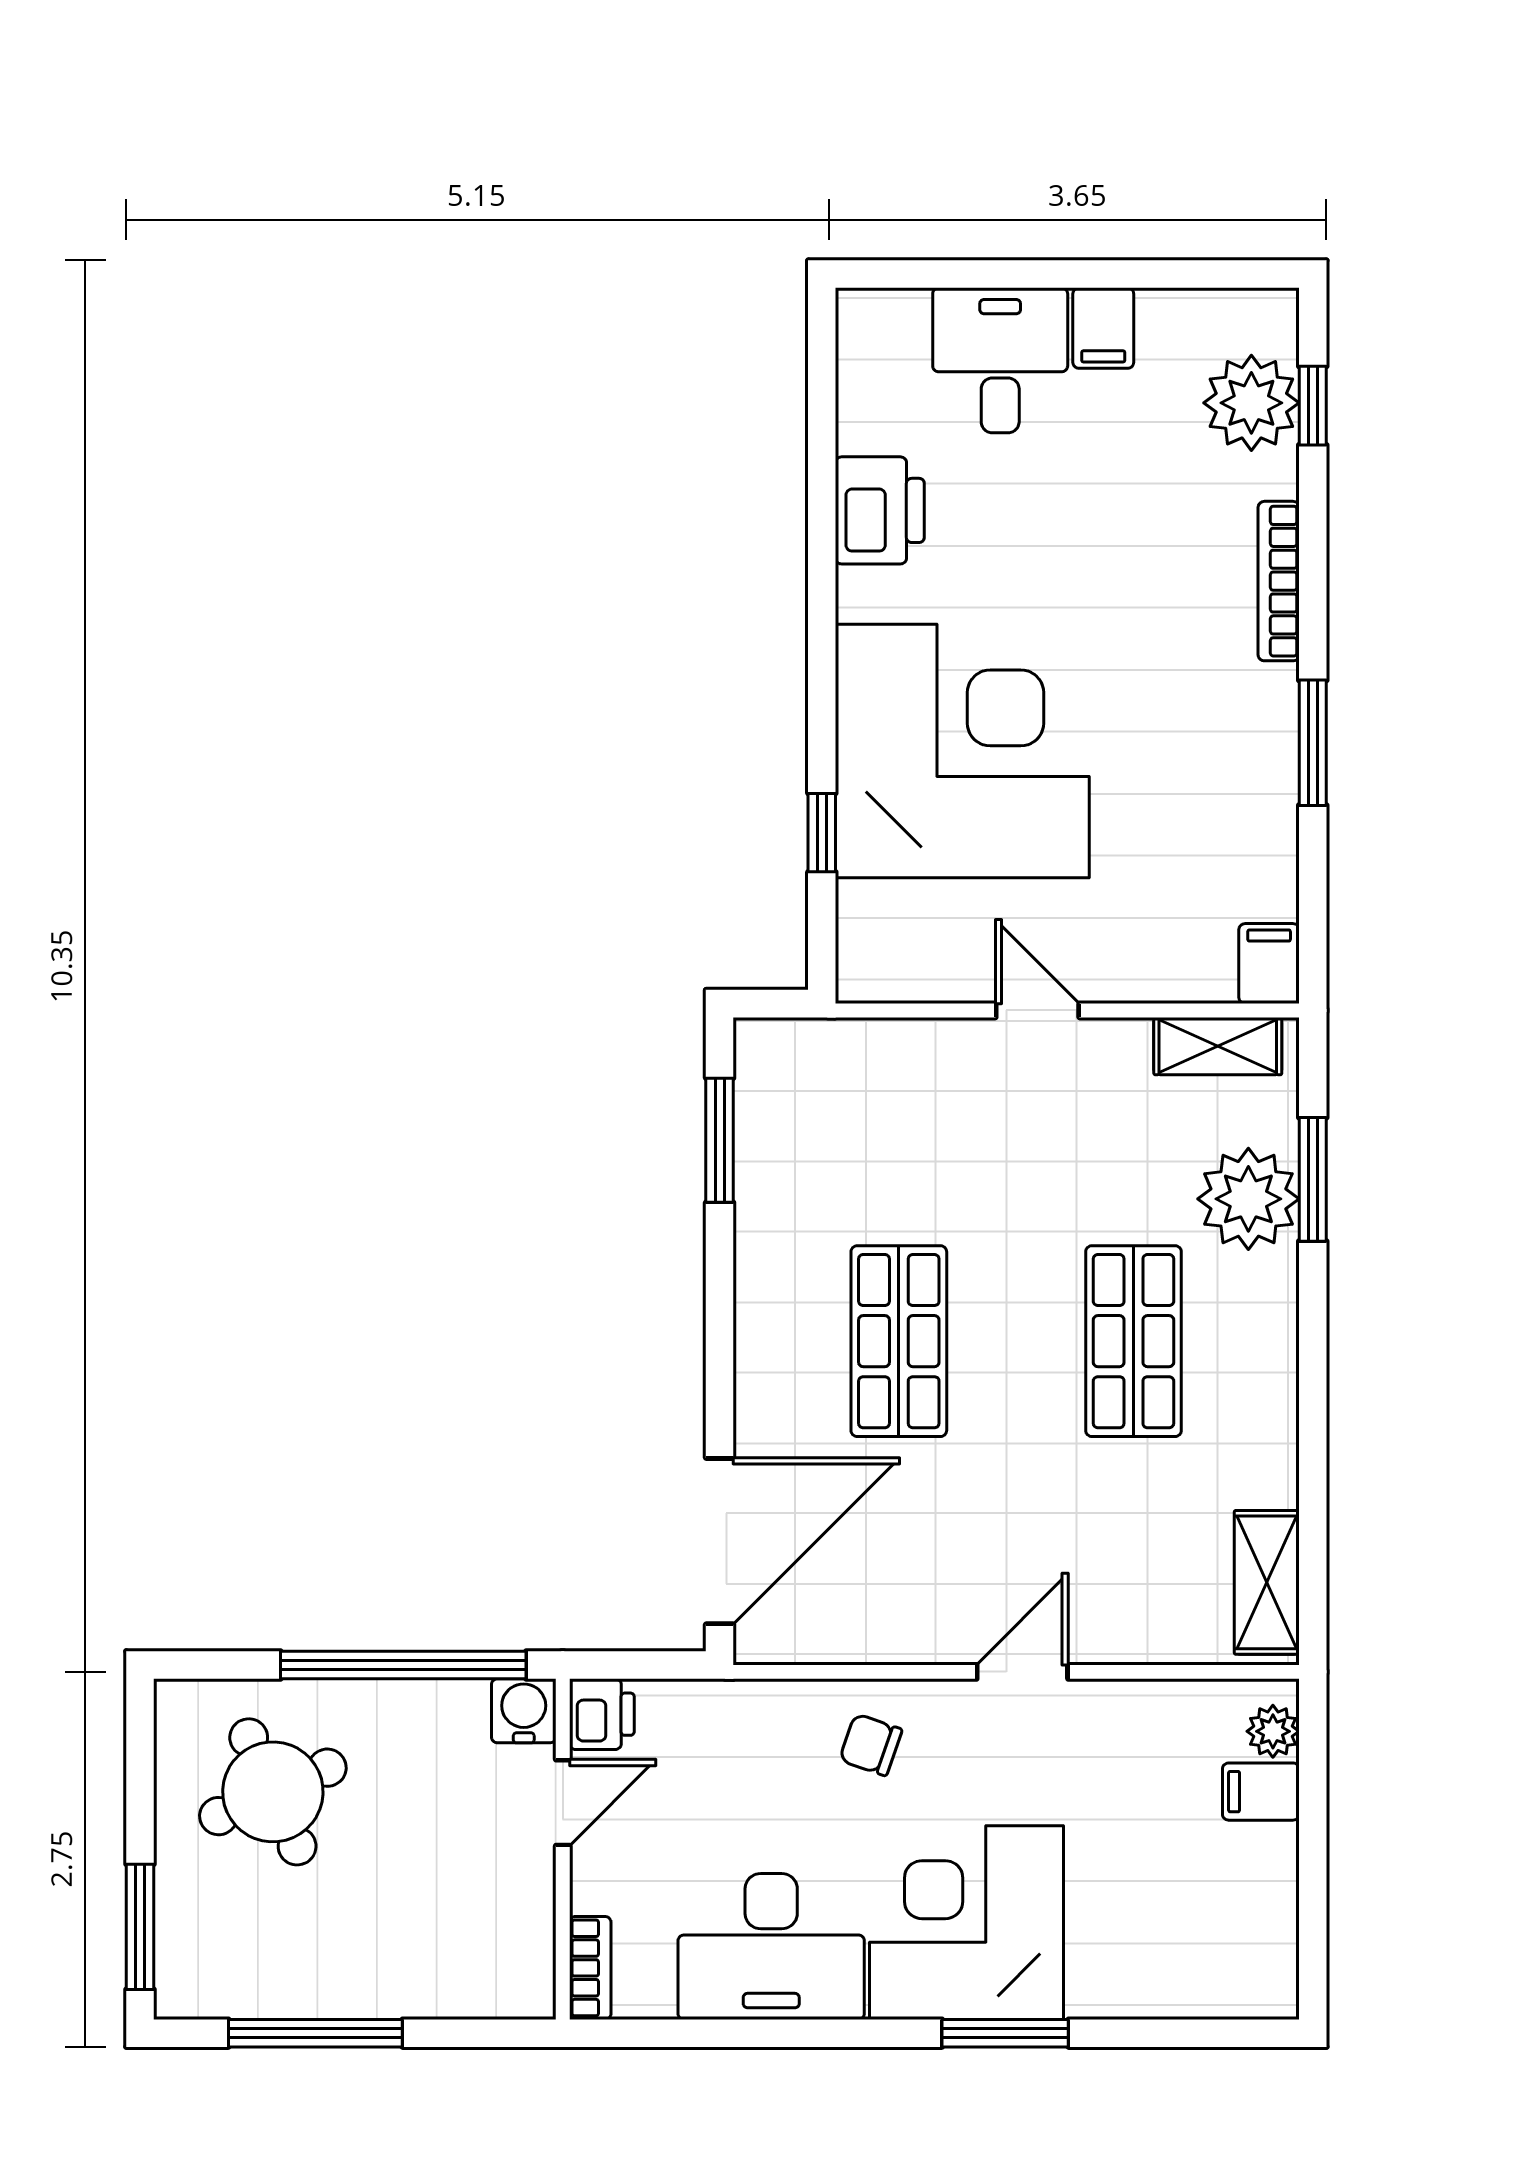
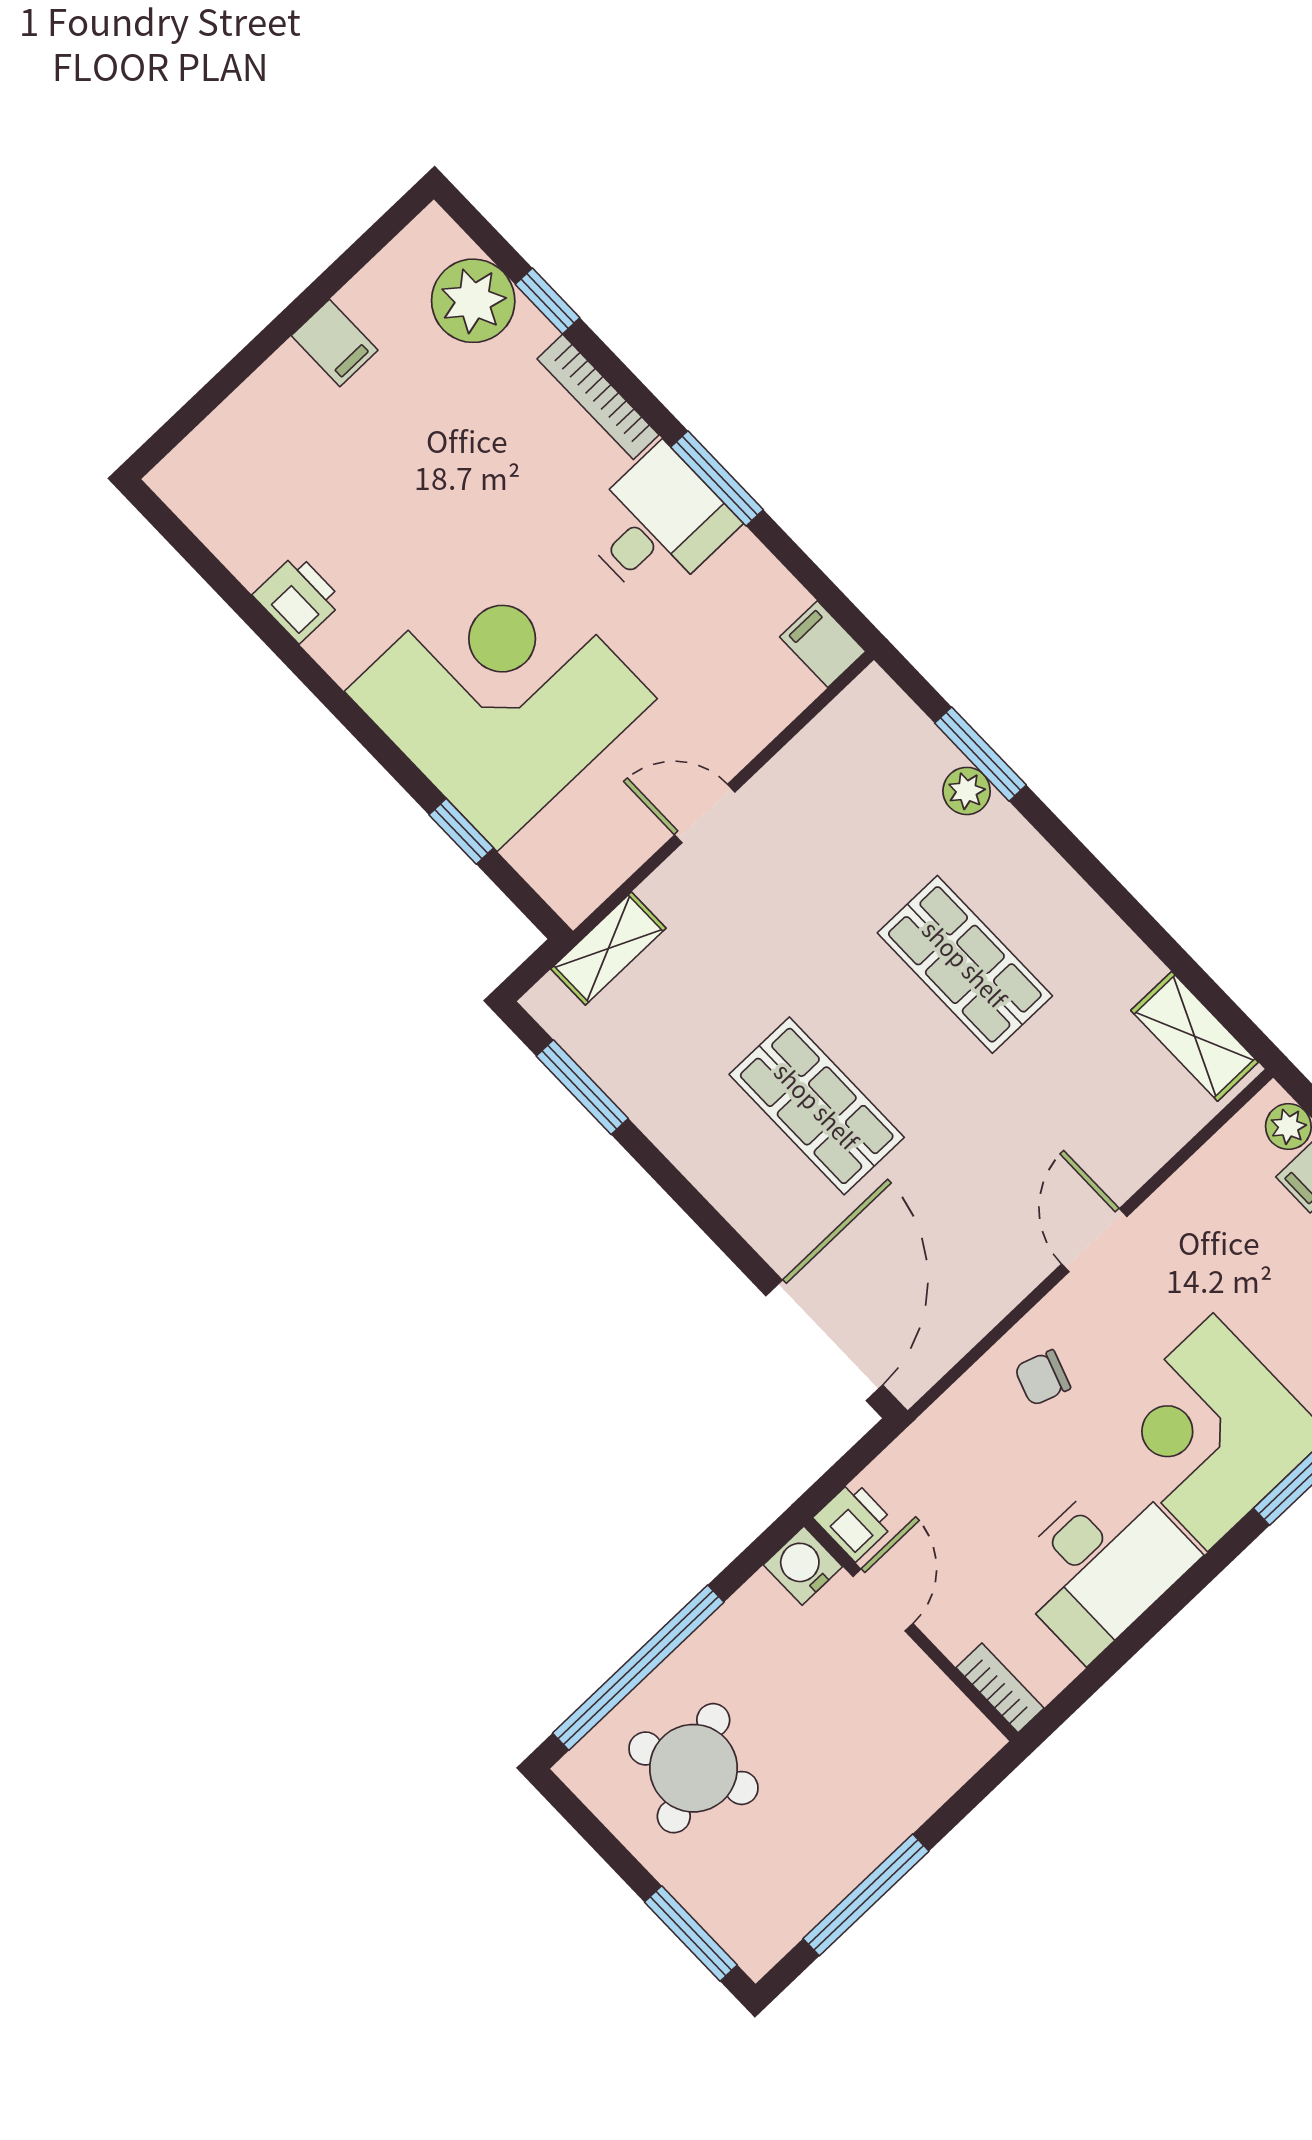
desk: (1000, 360) -> (657, 525), moved, turned 90
window: (1313, 406) -> (548, 301), moved
printer: (880, 510) -> (298, 598), width x0.73, depth x0.81
shelving: (1218, 1046) -> (608, 949), moved
plant: (1248, 1199) -> (967, 791), width x0.53, depth x0.53
window: (403, 1665) -> (638, 1668), moved

